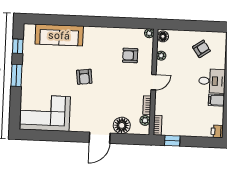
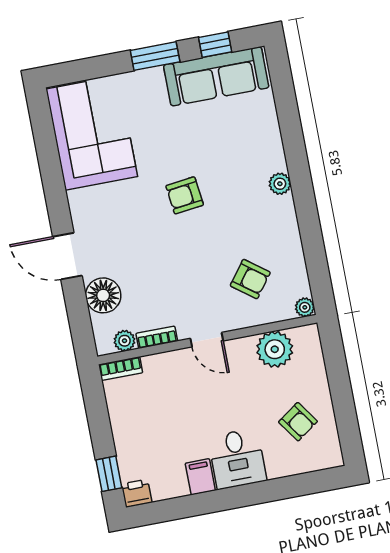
plant: (89, 31) -> (280, 184), added
sofa: (59, 35) -> (216, 76), moved, turned -90
floor lamp: (163, 36) -> (305, 337), removed
armchair: (130, 55) -> (250, 279), turned 127
plant: (161, 56) -> (275, 349), width x1.87, depth x1.87
window: (172, 141) -> (109, 474), moved

